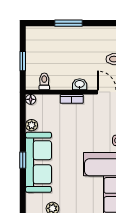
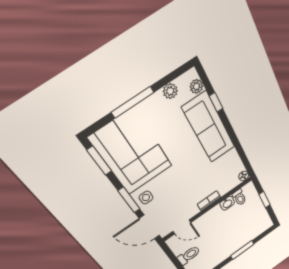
washbasin: (80, 84) -> (227, 203), moved
plant: (32, 125) -> (196, 86), moved
window: (23, 160) -> (216, 102), moved

